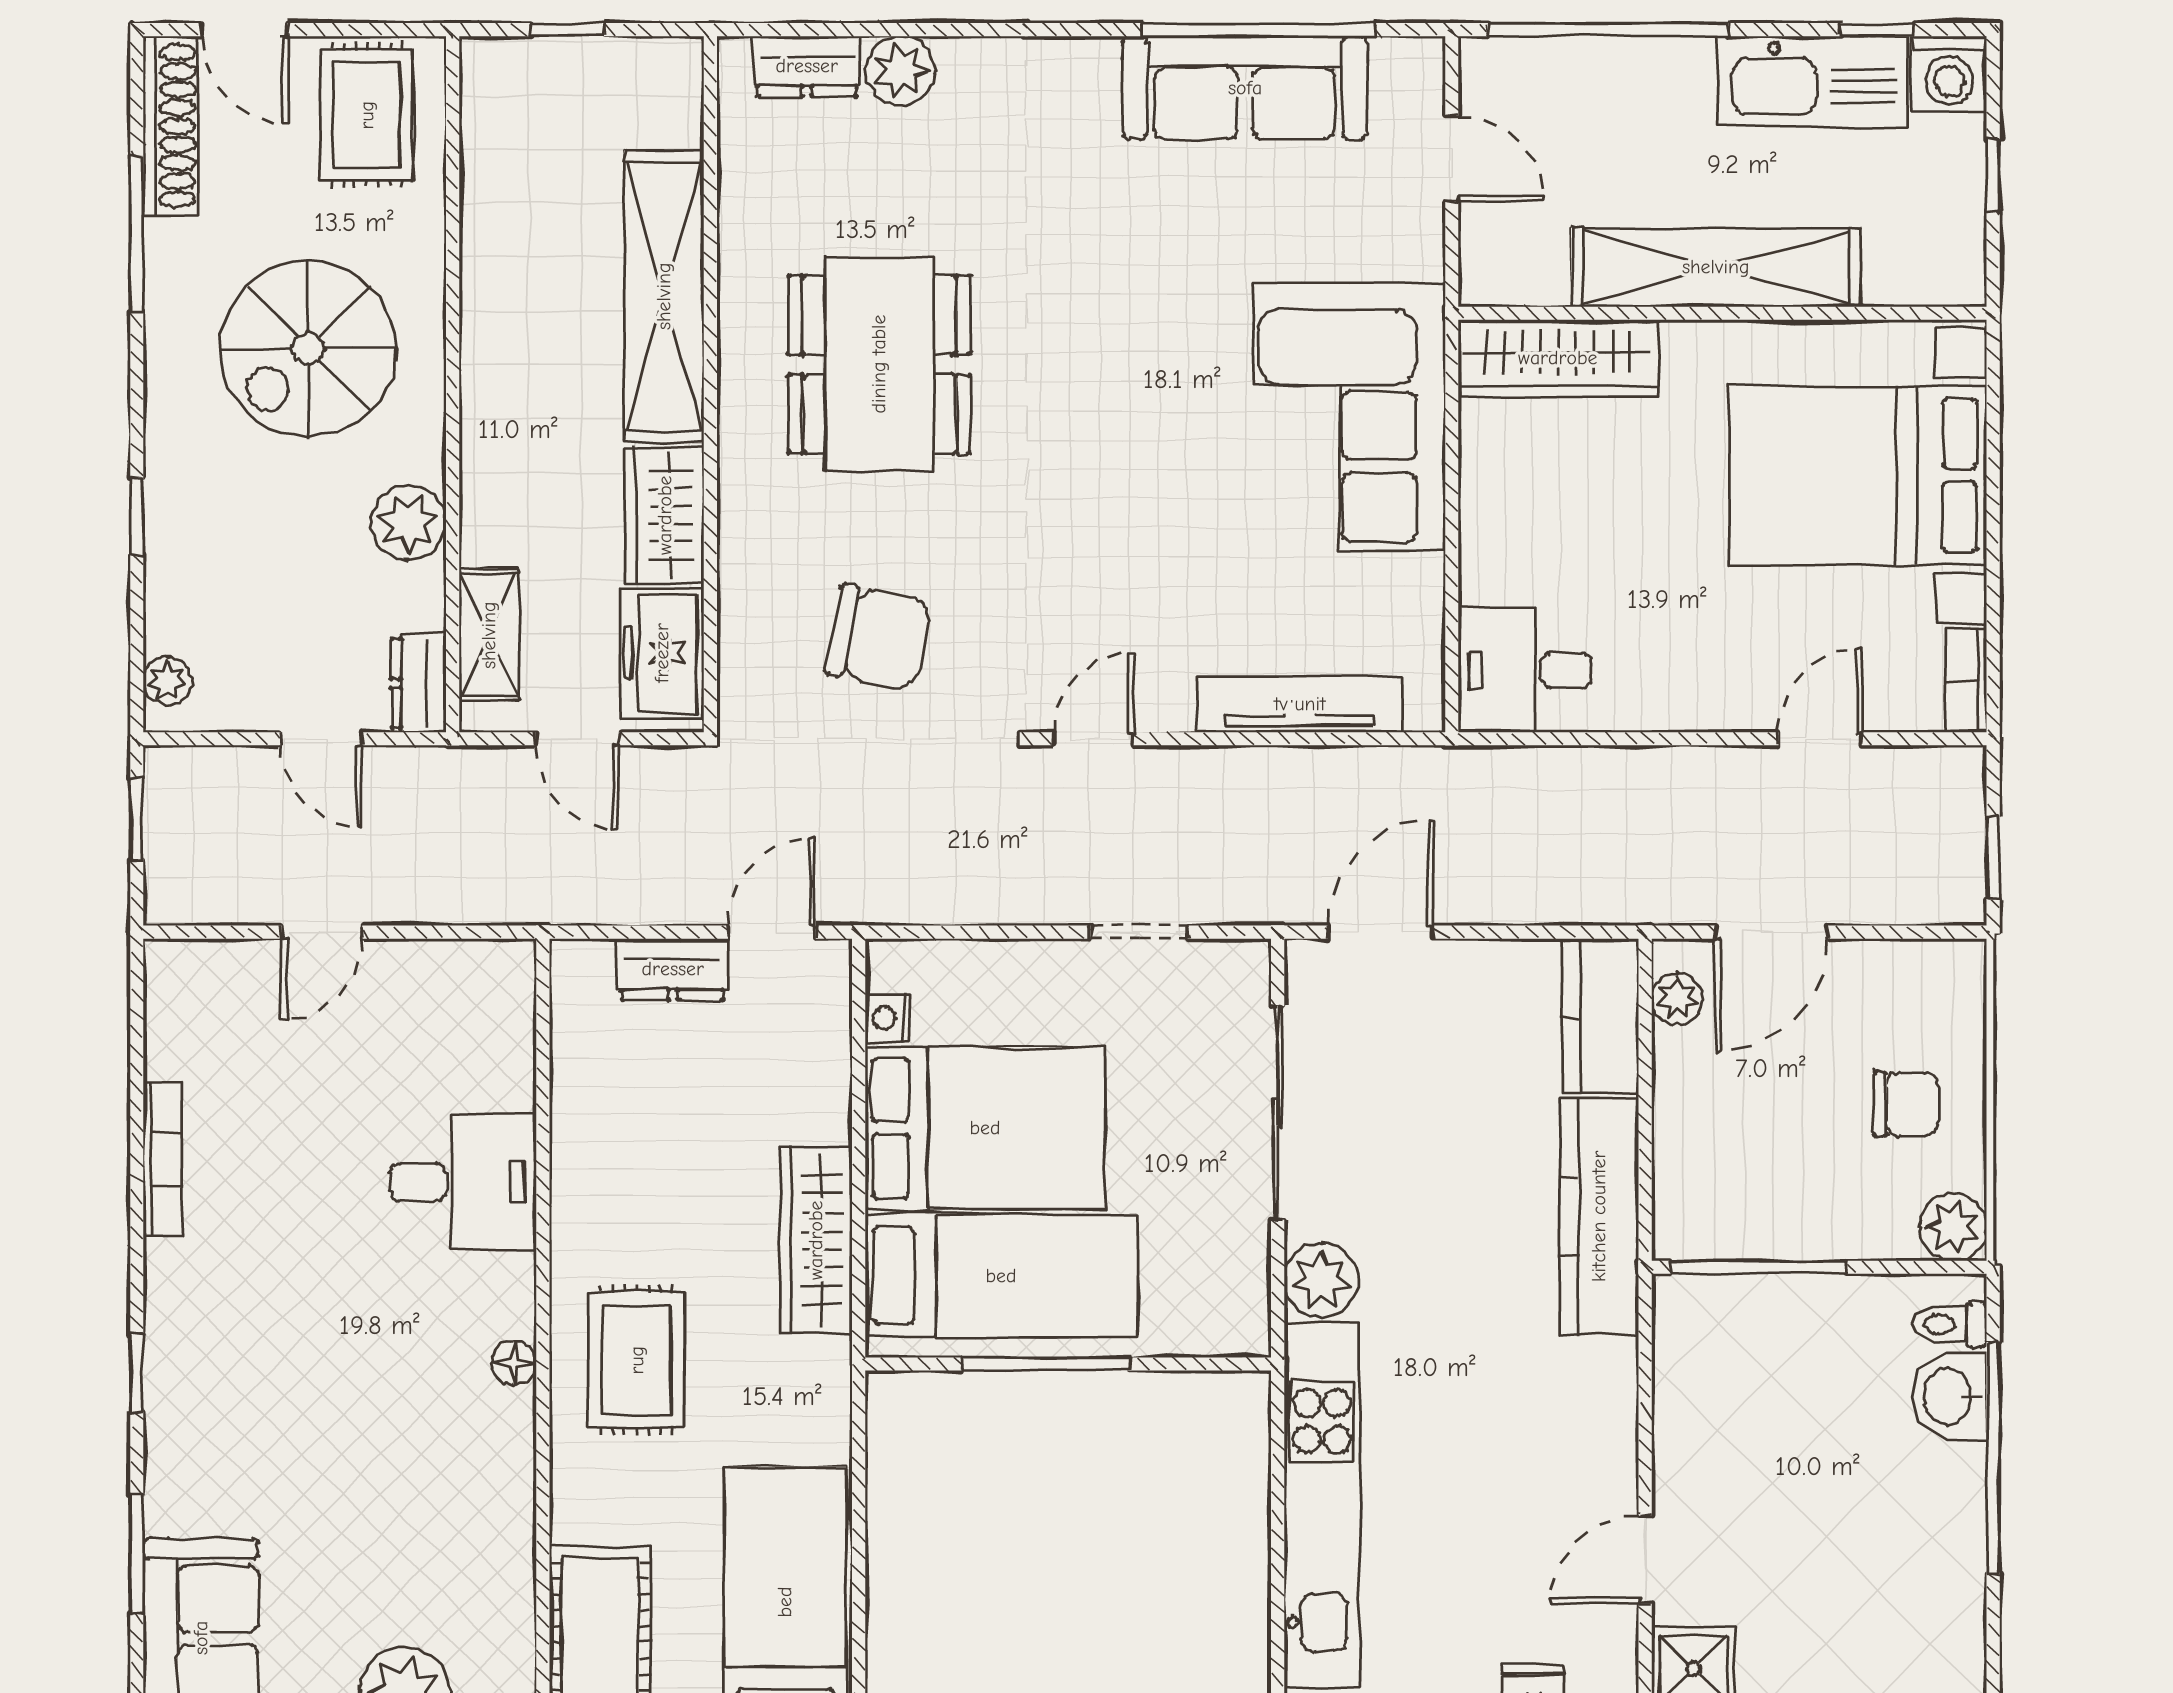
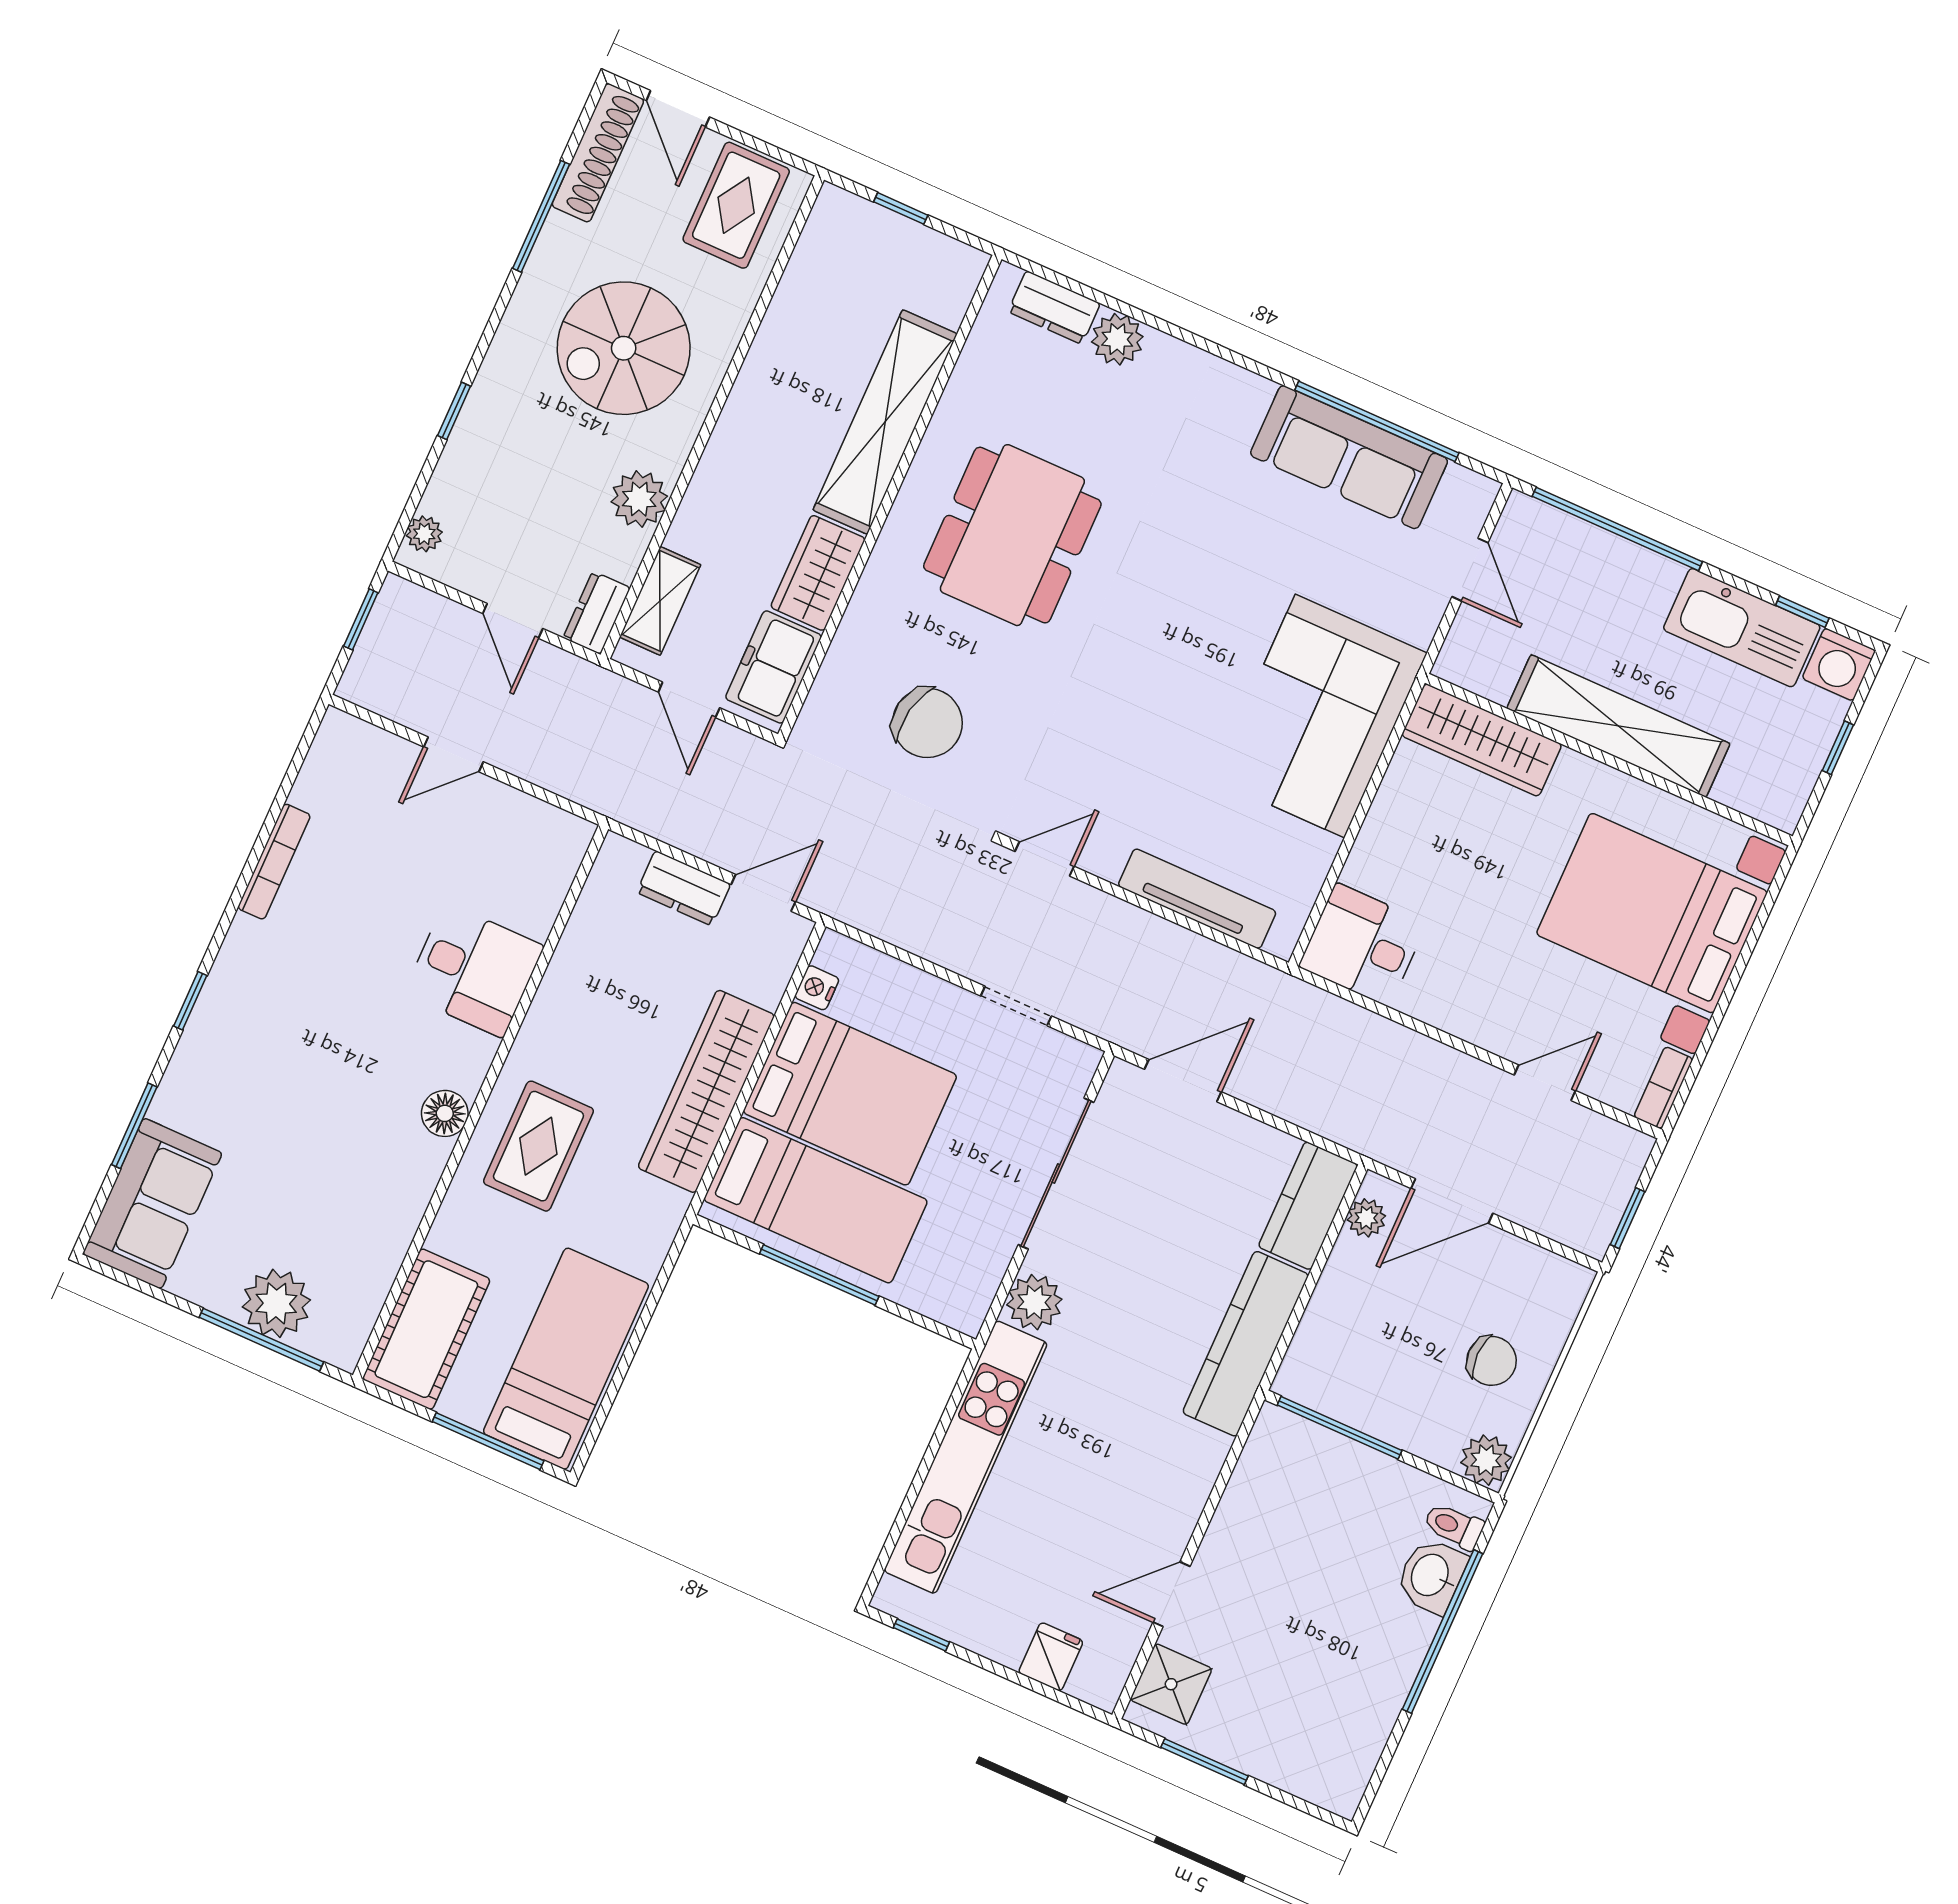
wardrobe: (816, 1240) -> (706, 1091), width x1.40, depth x1.17
floor lamp: (514, 1363) -> (445, 1113), width x1.37, depth x1.37

